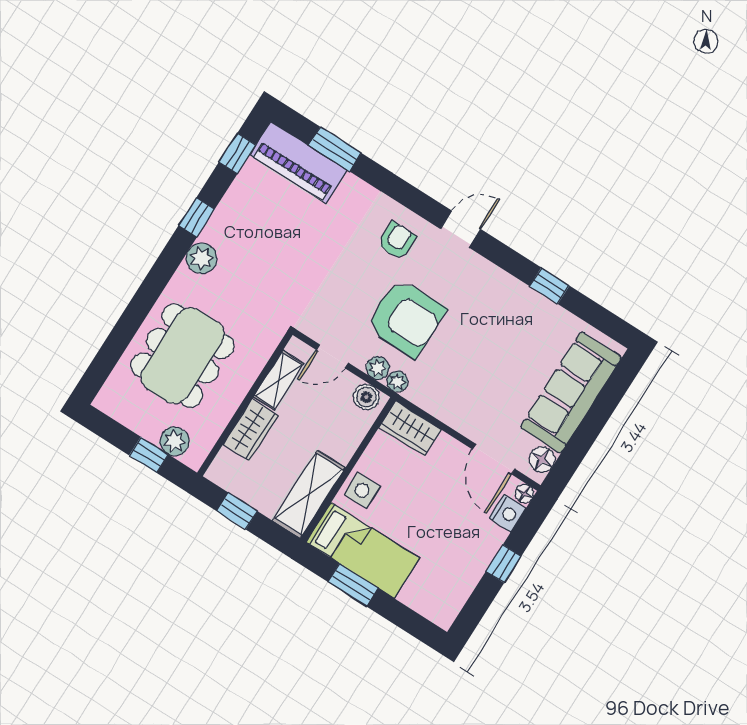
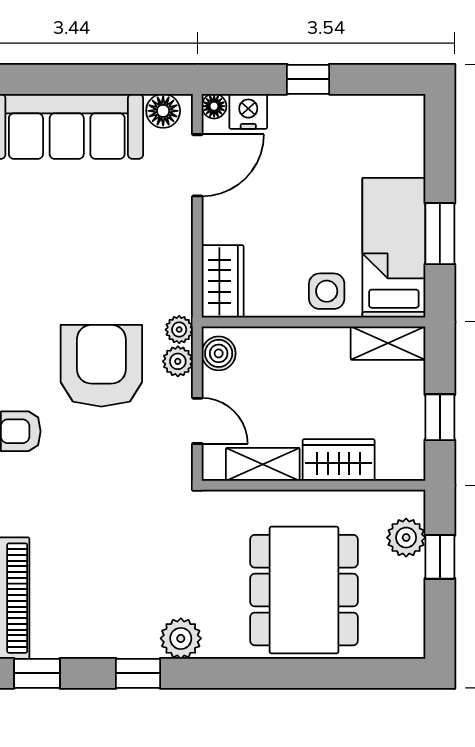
dining table: (182, 356) -> (304, 590), turned 90
shelving: (309, 494) -> (388, 343), width x0.67, depth x0.75

